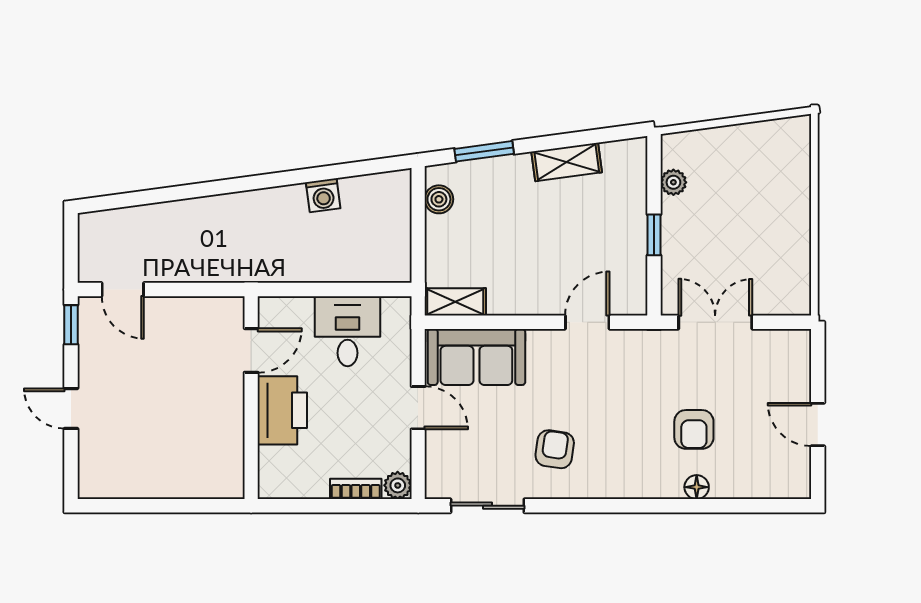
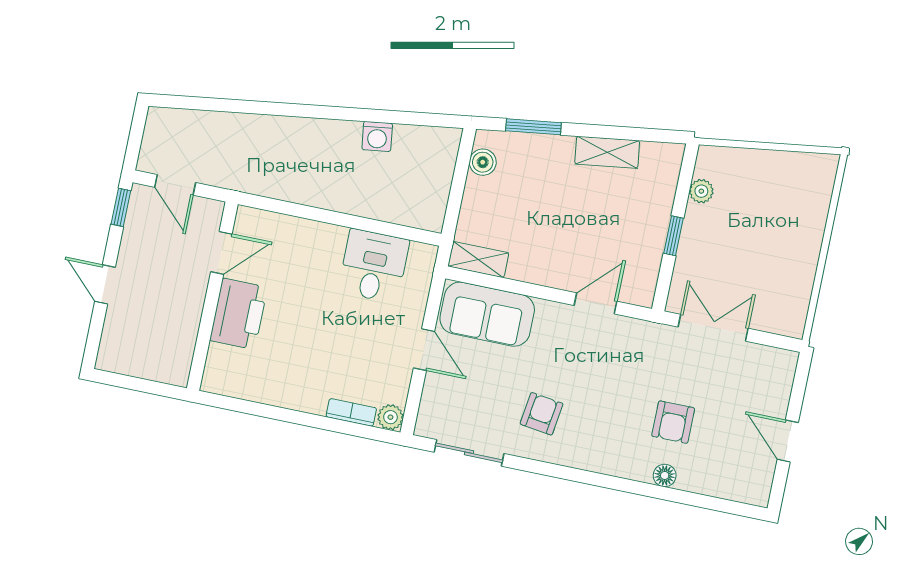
door: (251, 350) -> (221, 253), moved
wall: (251, 398) -> (212, 296), moved
printer: (282, 410) -> (239, 314), moved

